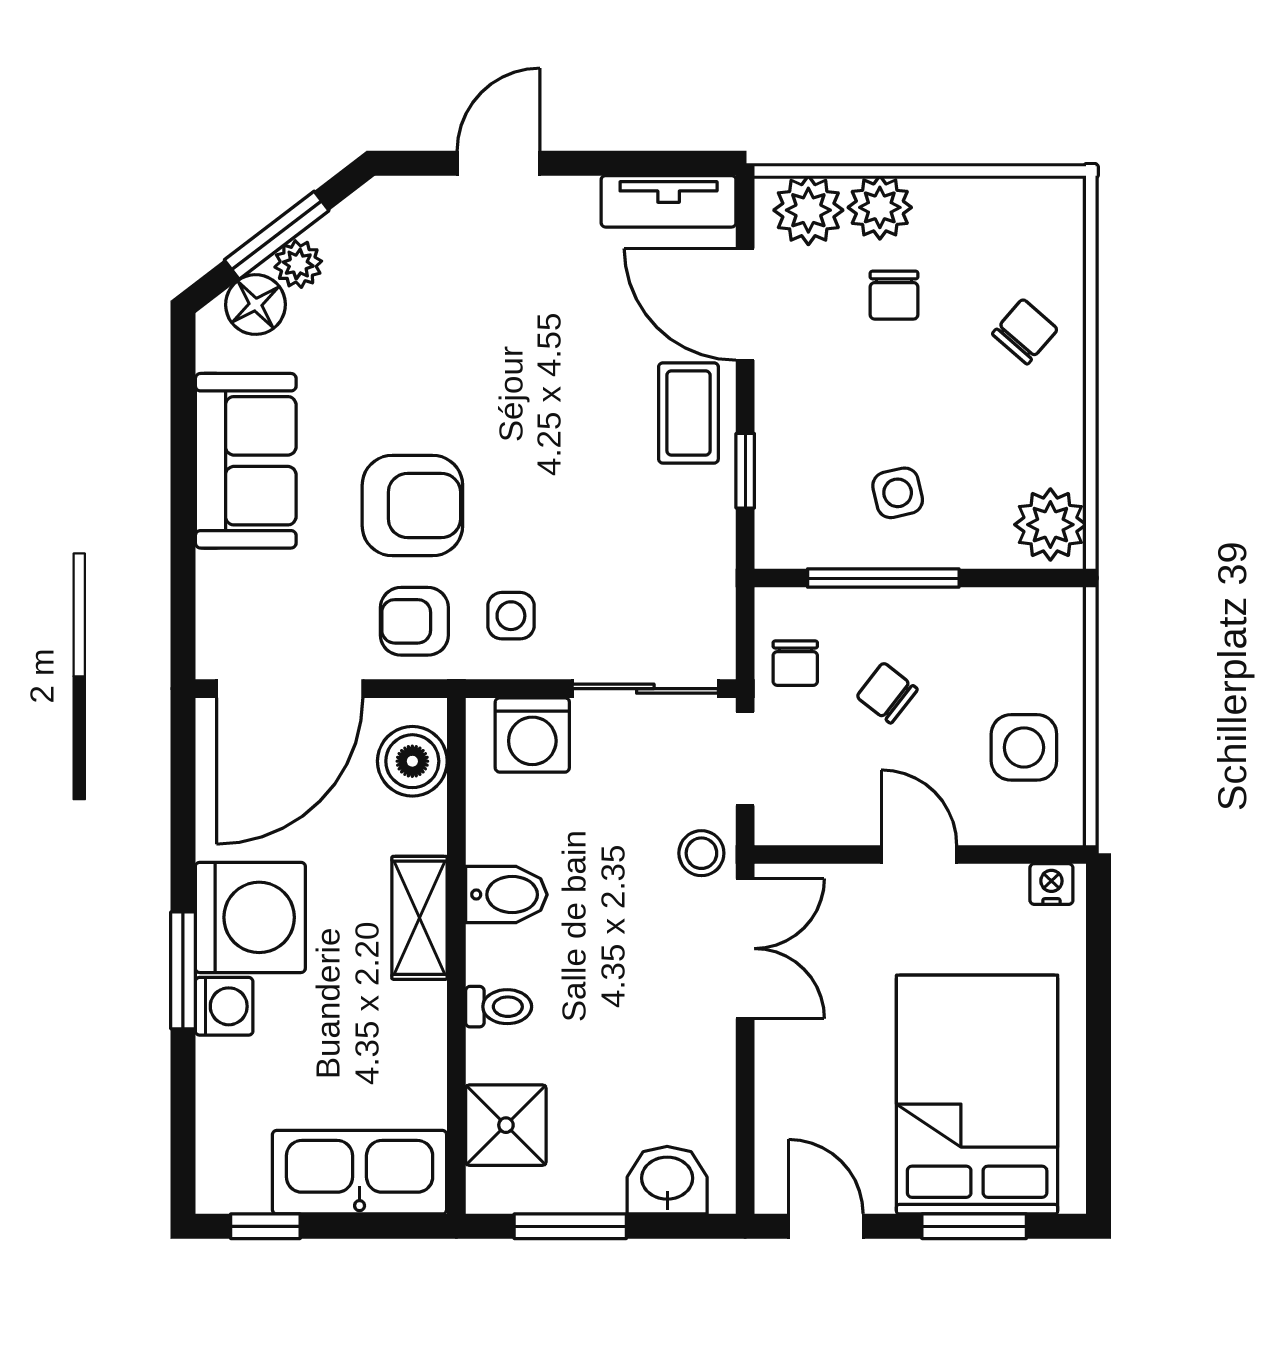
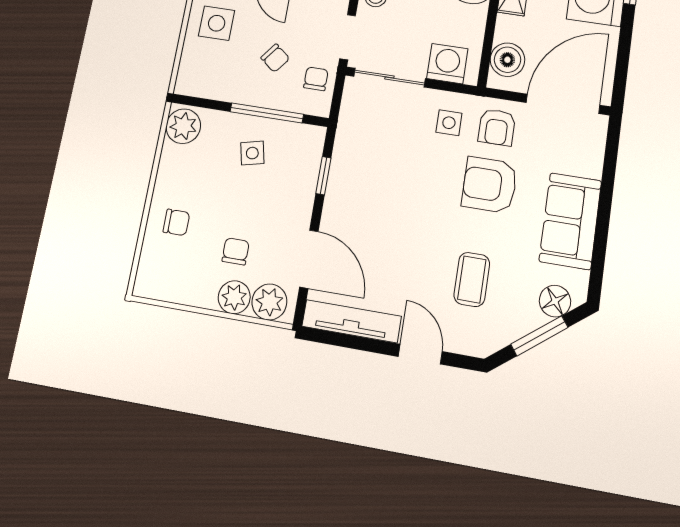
door: (498, 163) -> (420, 354), swing flipped
tv unit: (669, 201) -> (352, 321), width x1.41
plant: (298, 264) -> (530, 319), removed
chair: (1025, 332) -> (176, 222), turned -131
coffee table: (688, 413) -> (472, 279), moved
armchair: (414, 621) -> (497, 127), turned 90

